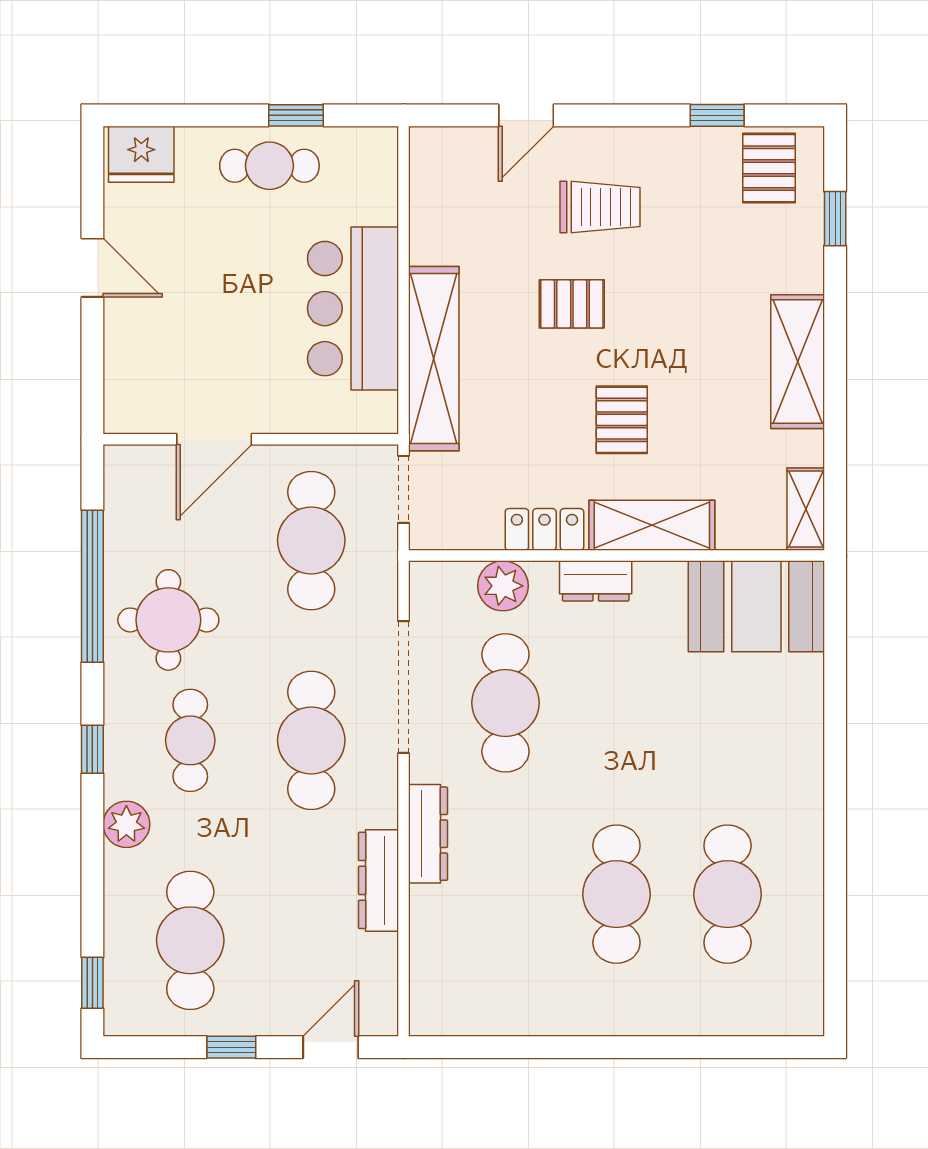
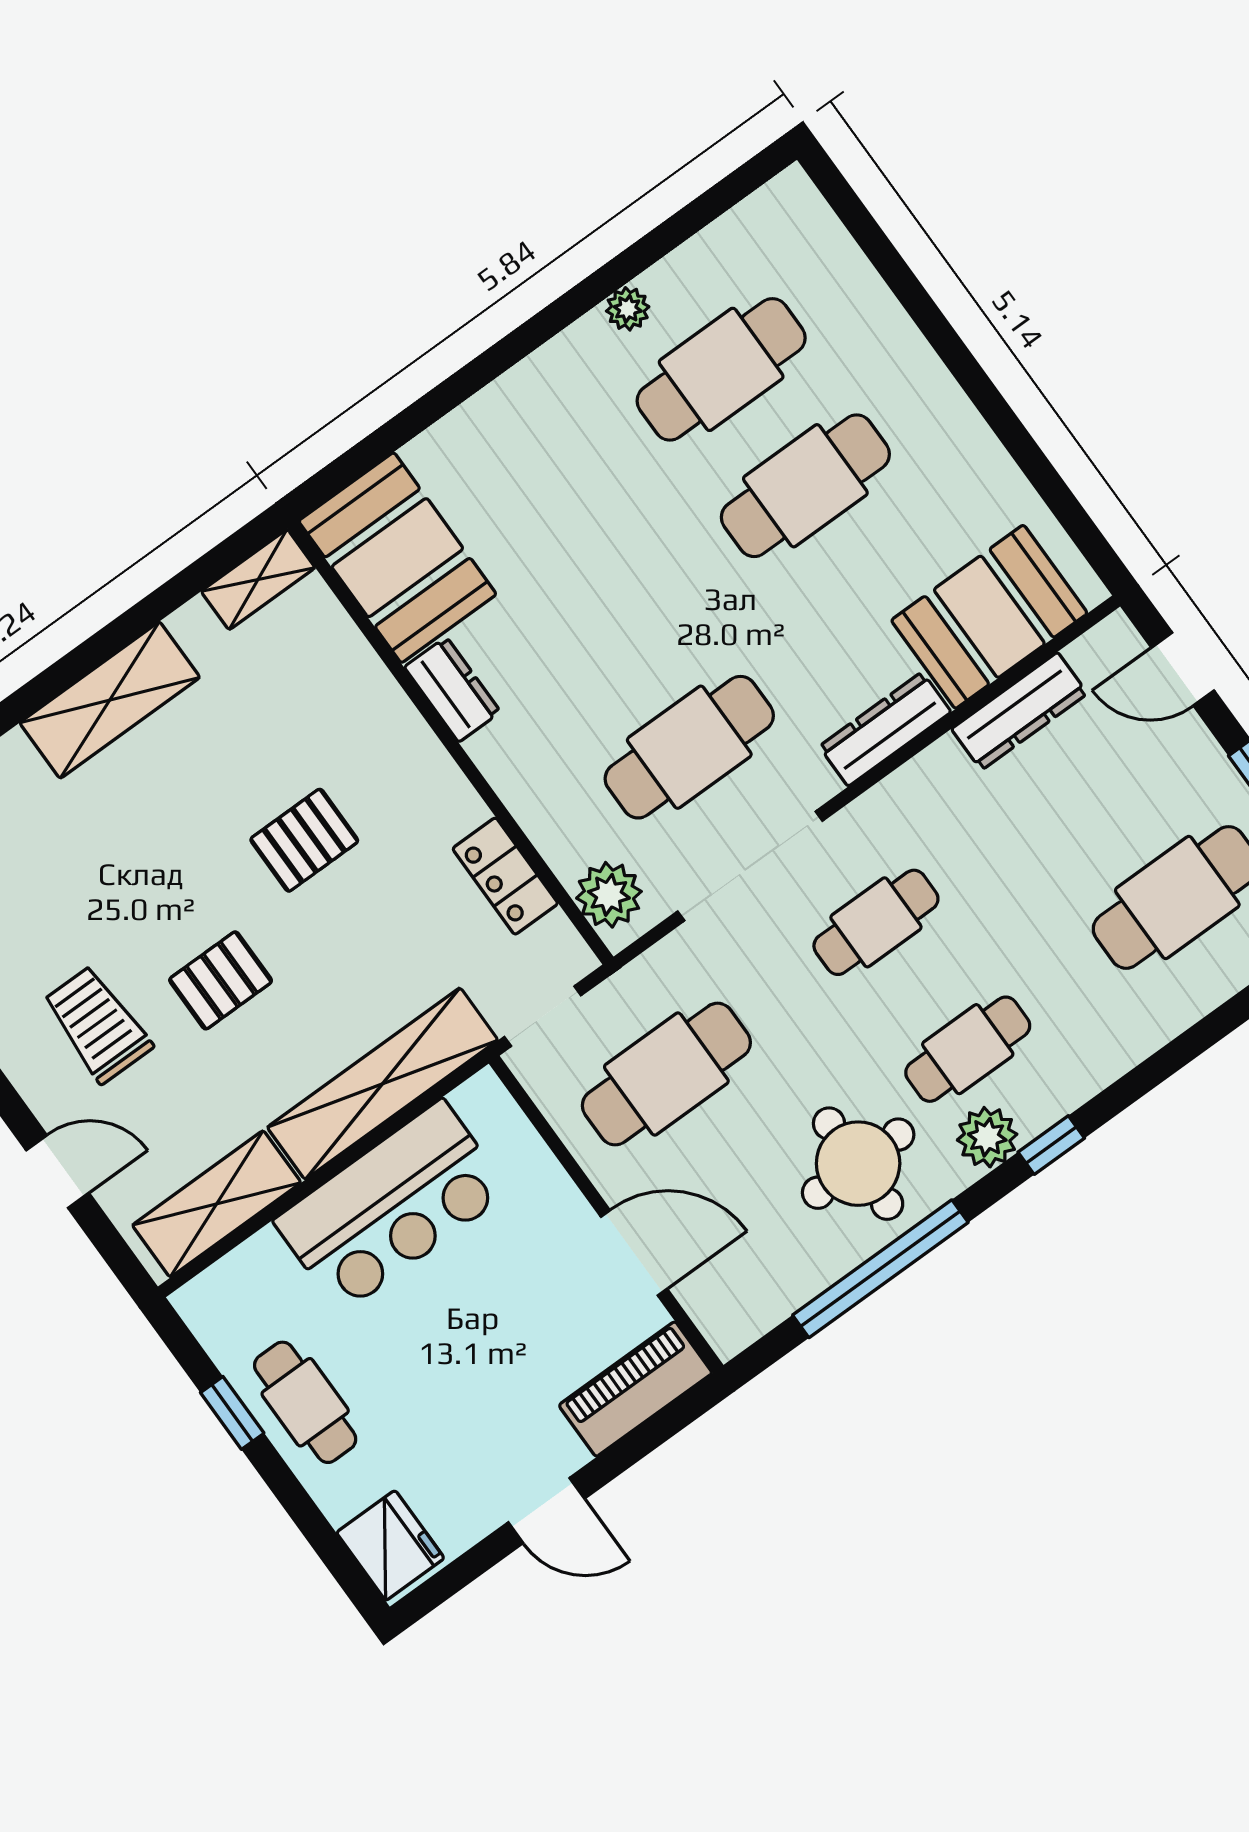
door: (92, 268) -> (546, 1510), swing flipped
pallet: (572, 304) -> (221, 980), turned 90
piano: (128, 378) -> (636, 1389), added
shelving: (652, 525) -> (217, 1204), moved, turned 90
locker: (544, 529) -> (505, 876), moved
dresser: (596, 581) -> (452, 689), moved
plant: (503, 586) -> (609, 895), moved
cafe table: (311, 740) -> (876, 922), width x0.73, depth x0.74
plant: (126, 824) -> (987, 1137), moved
plant: (808, 863) -> (628, 309), added
dresser: (378, 880) -> (1019, 711), moved
booth: (451, 950) -> (989, 617), added

